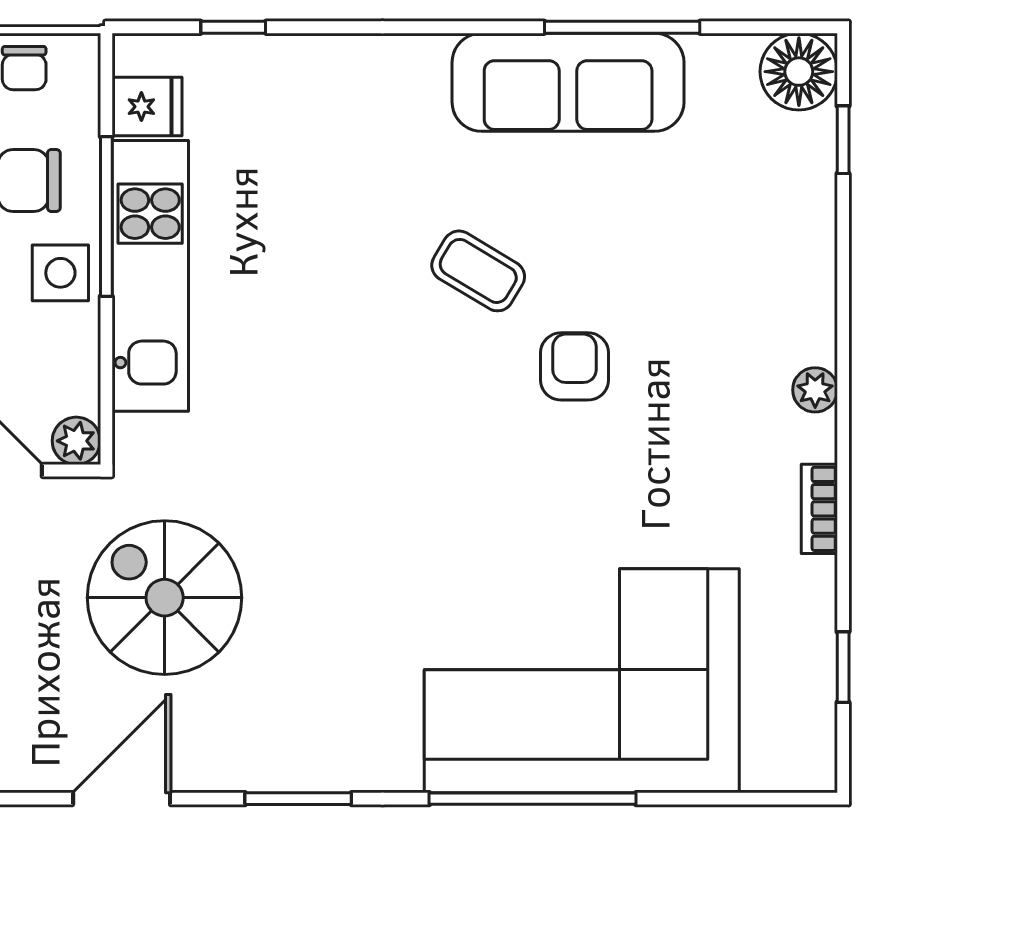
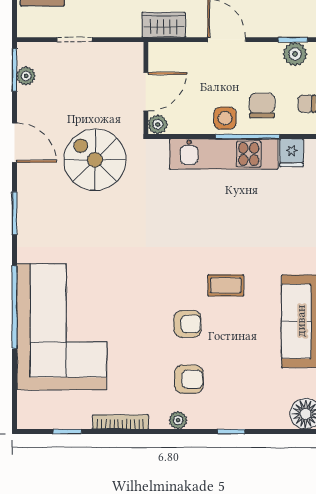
window: (843, 140) -> (231, 431), moved
coffee table: (478, 271) -> (226, 285), turned 59
armchair: (713, 363) -> (189, 379), added
bookcase: (819, 509) -> (120, 422), width x1.56
spiral stairs: (165, 598) -> (95, 160), turned -90

